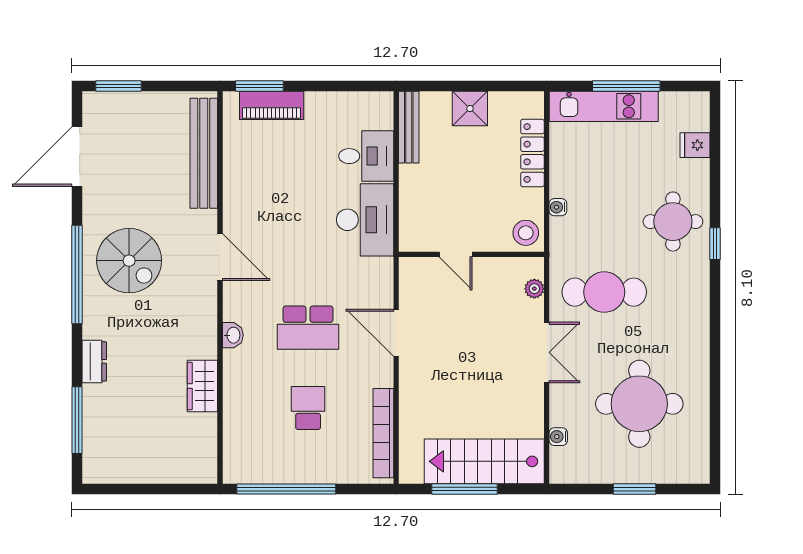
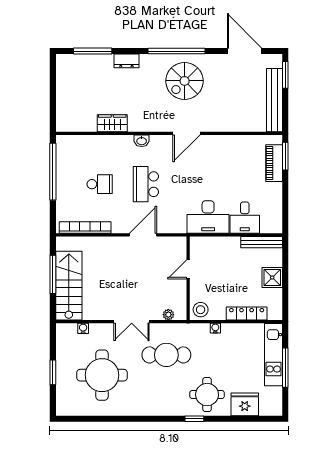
fridge: (695, 145) -> (245, 404), width x1.88, depth x1.34
bench: (204, 153) -> (274, 100), moved, turned 90
cafe table: (604, 292) -> (166, 355), turned 90

